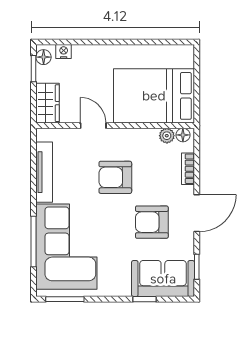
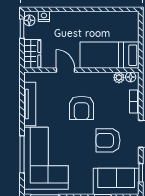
bed: (154, 96) -> (110, 55), width x0.67
armchair: (115, 177) -> (82, 108), turned -90

